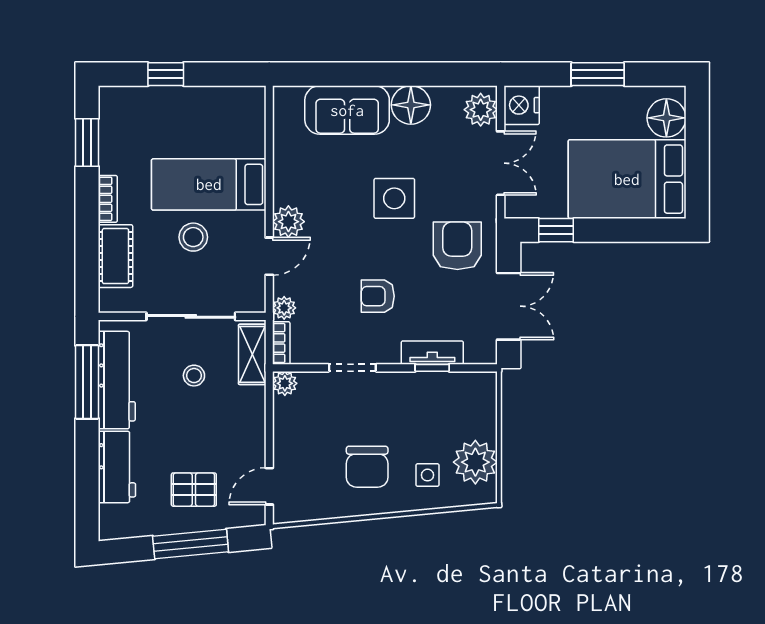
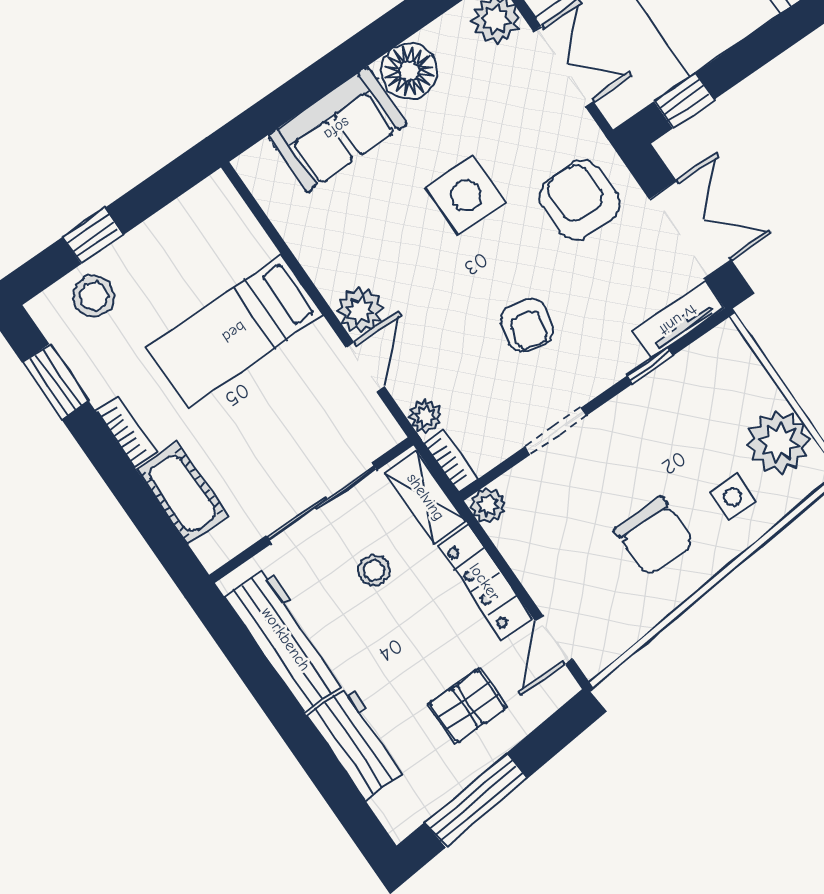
stool: (193, 237) -> (94, 296), moved
armchair: (378, 296) -> (527, 325), turned -76
tv unit: (432, 353) -> (678, 320), moved
window: (87, 382) -> (252, 666), removed
locker: (253, 426) -> (485, 582), added
window: (191, 544) -> (476, 800), moved

